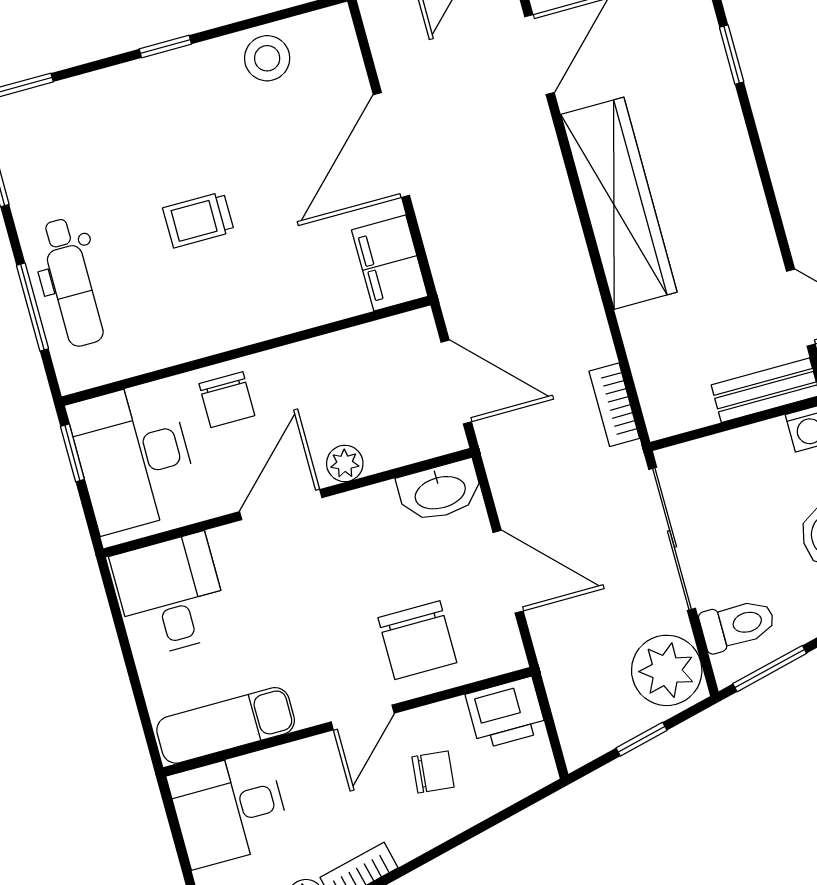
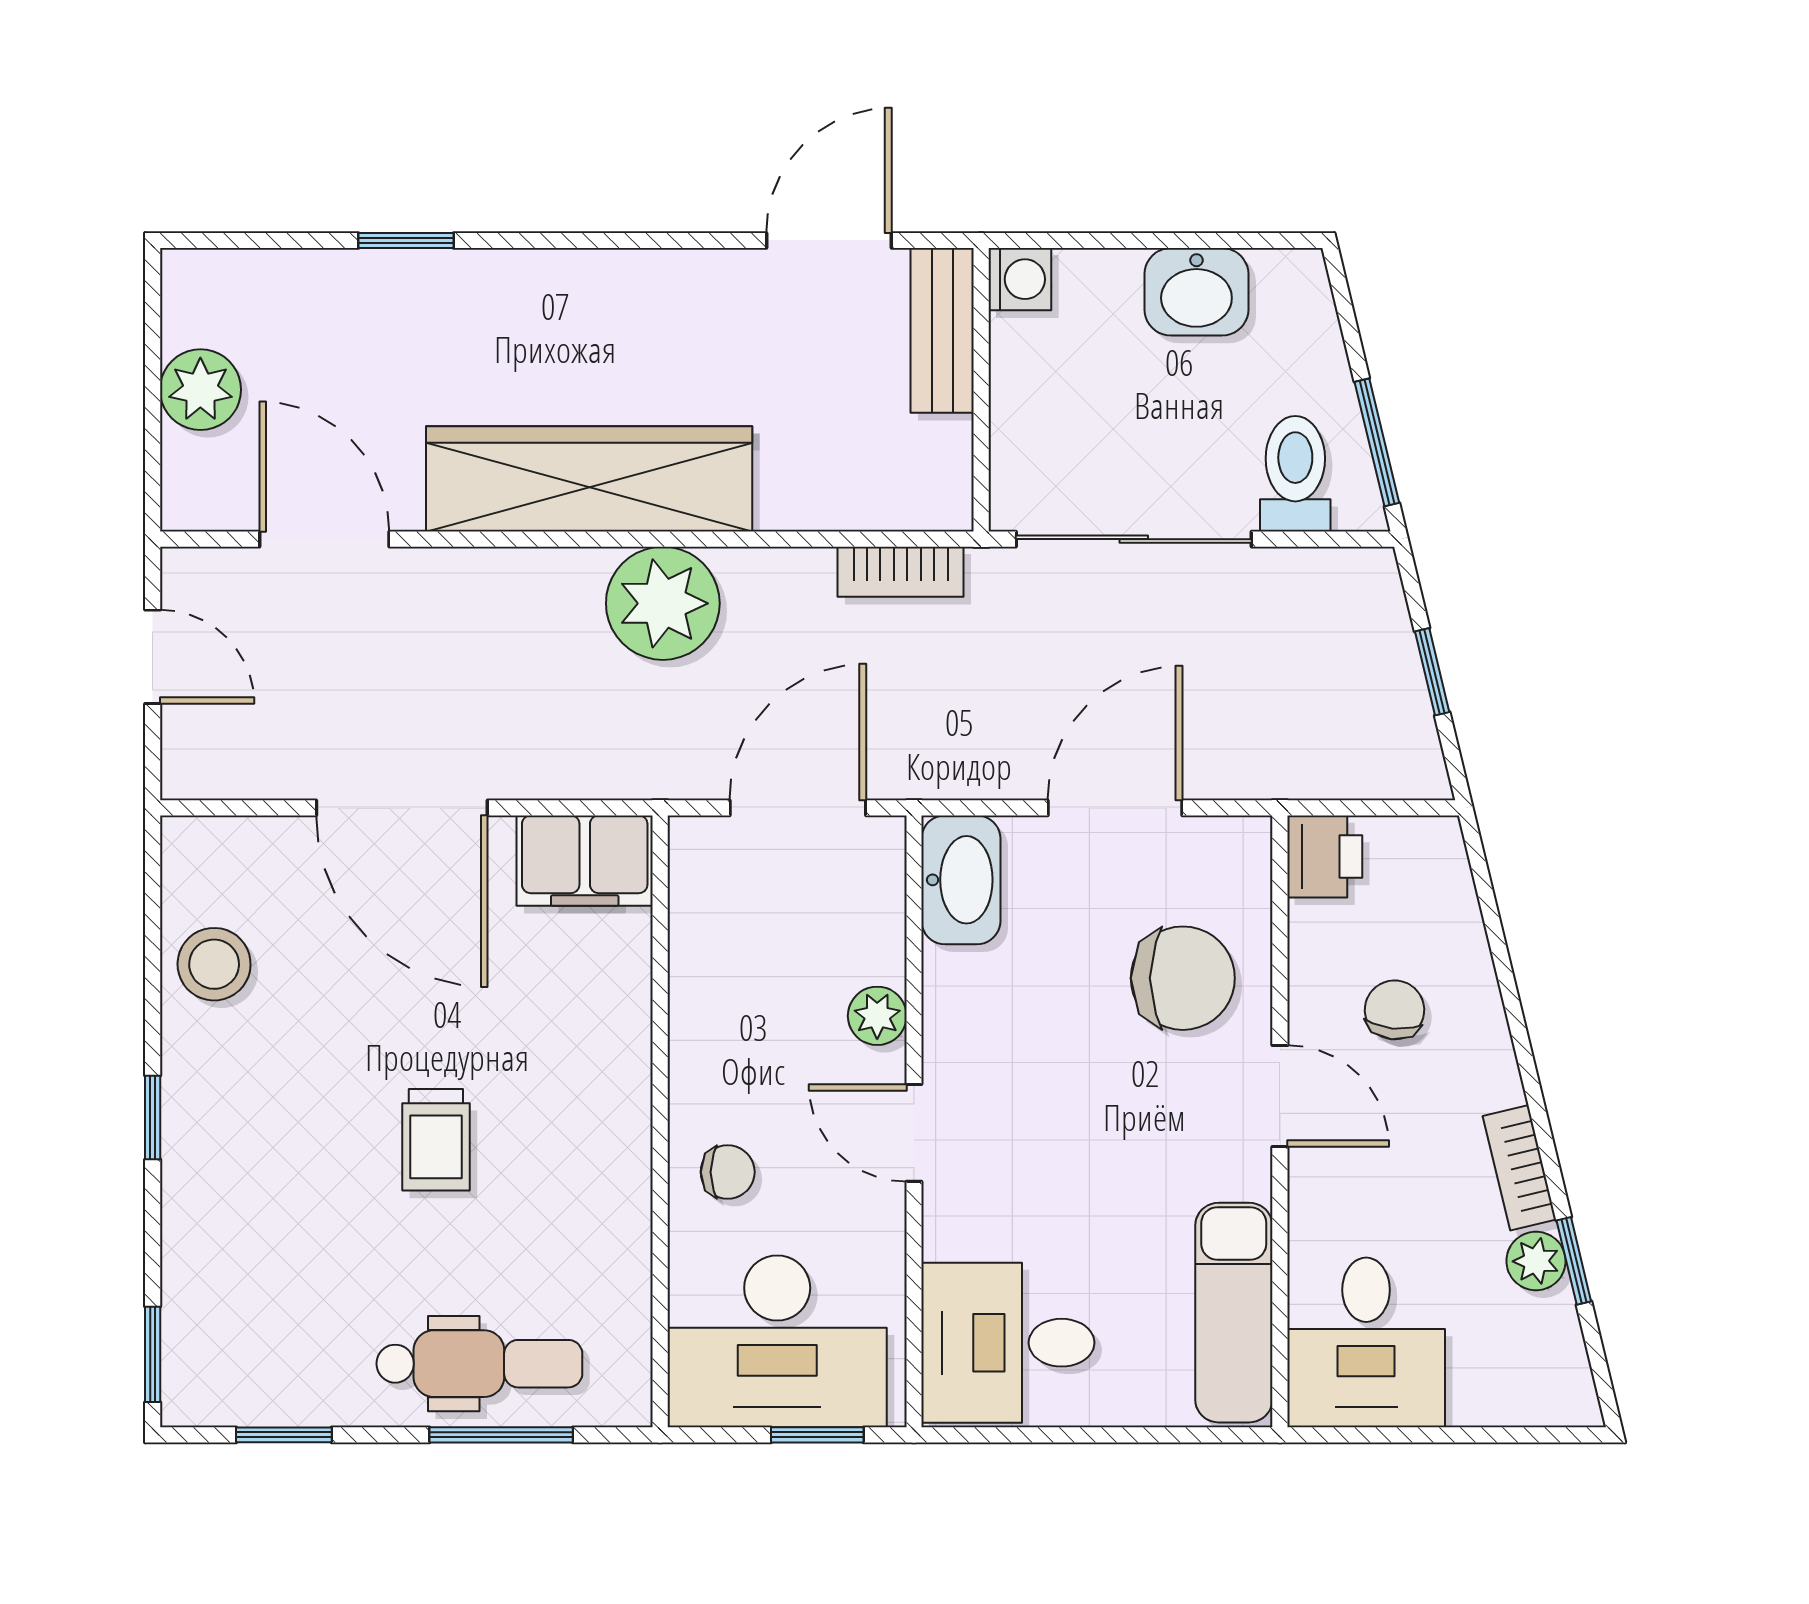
chair: (227, 400) -> (728, 1172), width x0.73, depth x0.73
window: (72, 453) -> (817, 1435), moved
door: (281, 505) -> (914, 1133), width x0.73
plant: (667, 670) -> (663, 603), moved
printer: (506, 713) -> (1325, 856), width x0.73, depth x0.81

